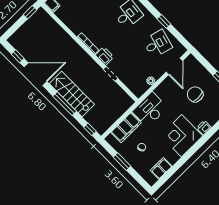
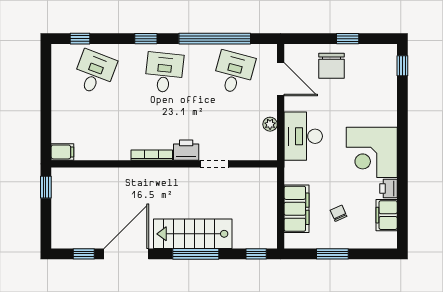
window: (164, 21) -> (215, 39), width x3.17
chair: (195, 94) -> (331, 66), moved, turned -90
desk: (150, 110) -> (303, 136), moved
printer: (204, 128) -> (388, 189), moved

